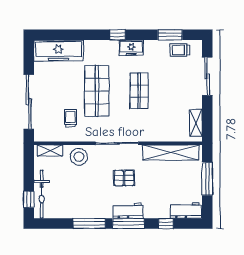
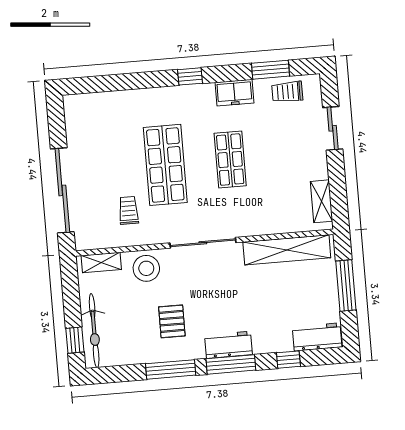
freezer: (131, 48) -> (234, 93), moved
freezer: (59, 51) -> (101, 108), removed
sliding door: (207, 76) -> (333, 128), width x0.73
pallet: (124, 178) -> (172, 321), moved, turned 90

